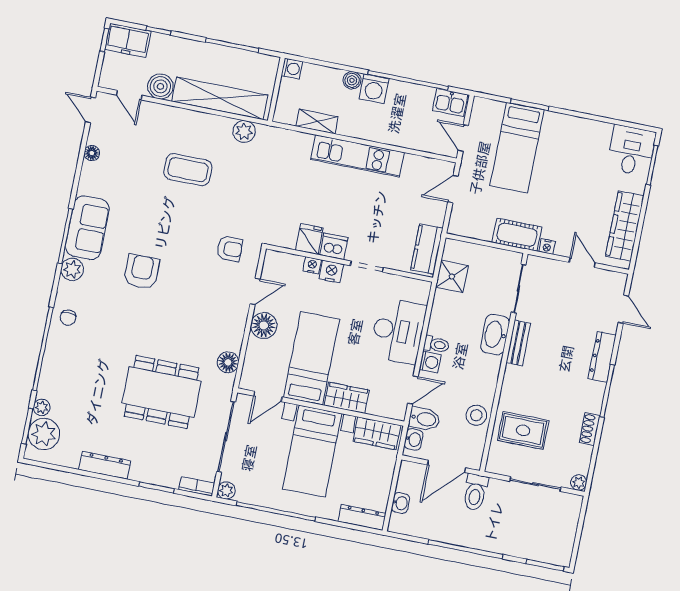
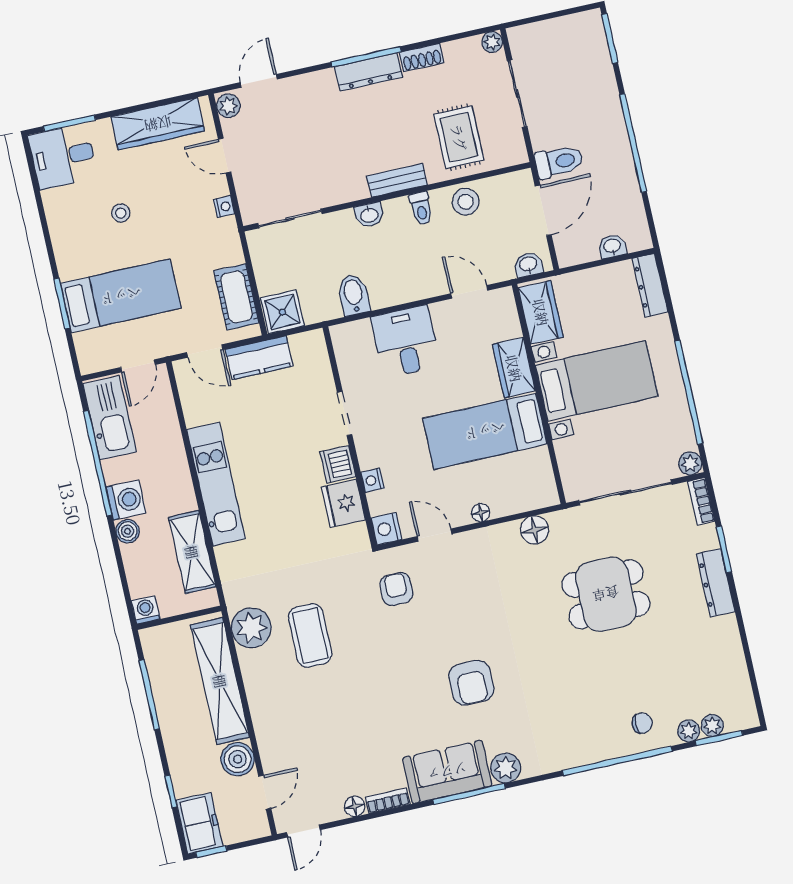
kitchen sink: (450, 103) -> (110, 418), width x1.88, depth x1.24
shelving: (317, 122) -> (192, 552), width x1.50, depth x1.33
plant: (244, 132) -> (251, 628), width x1.36, depth x1.36
coffee table: (188, 170) -> (310, 635), moved
stool: (574, 173) -> (121, 213), added
bookcase: (86, 178) -> (388, 801), added
cot: (517, 235) -> (236, 297), moved
fridge: (309, 239) -> (343, 503), width x1.38
kitchen counter: (427, 249) -> (259, 358), moved
door: (582, 263) -> (225, 156), hinge flipped
armchair: (142, 272) -> (471, 683), turned -90
nightstand: (331, 272) -> (386, 529), moved
shower: (452, 276) -> (282, 312), moved
plant: (616, 280) -> (228, 106), added
chair: (68, 318) -> (642, 723), moved
floor lamp: (264, 326) -> (481, 513), width x0.53, depth x0.53
desk: (398, 331) -> (406, 341), width x0.73
washbasin: (495, 335) -> (369, 215), width x0.52, depth x0.69
bench: (518, 343) -> (397, 180), moved
toilet: (436, 344) -> (421, 208), moved, turned 180
dresser: (602, 357) -> (368, 72), moved
washing machine: (430, 362) -> (426, 286), removed
dining table: (162, 392) -> (606, 594), width x0.73
door: (268, 396) -> (554, 463), removed
bidet: (424, 419) -> (354, 295), moved
plant: (44, 434) -> (712, 726), width x0.53, depth x0.53
dresser: (105, 465) -> (716, 583), moved
door: (446, 466) -> (543, 210), hinge flipped

